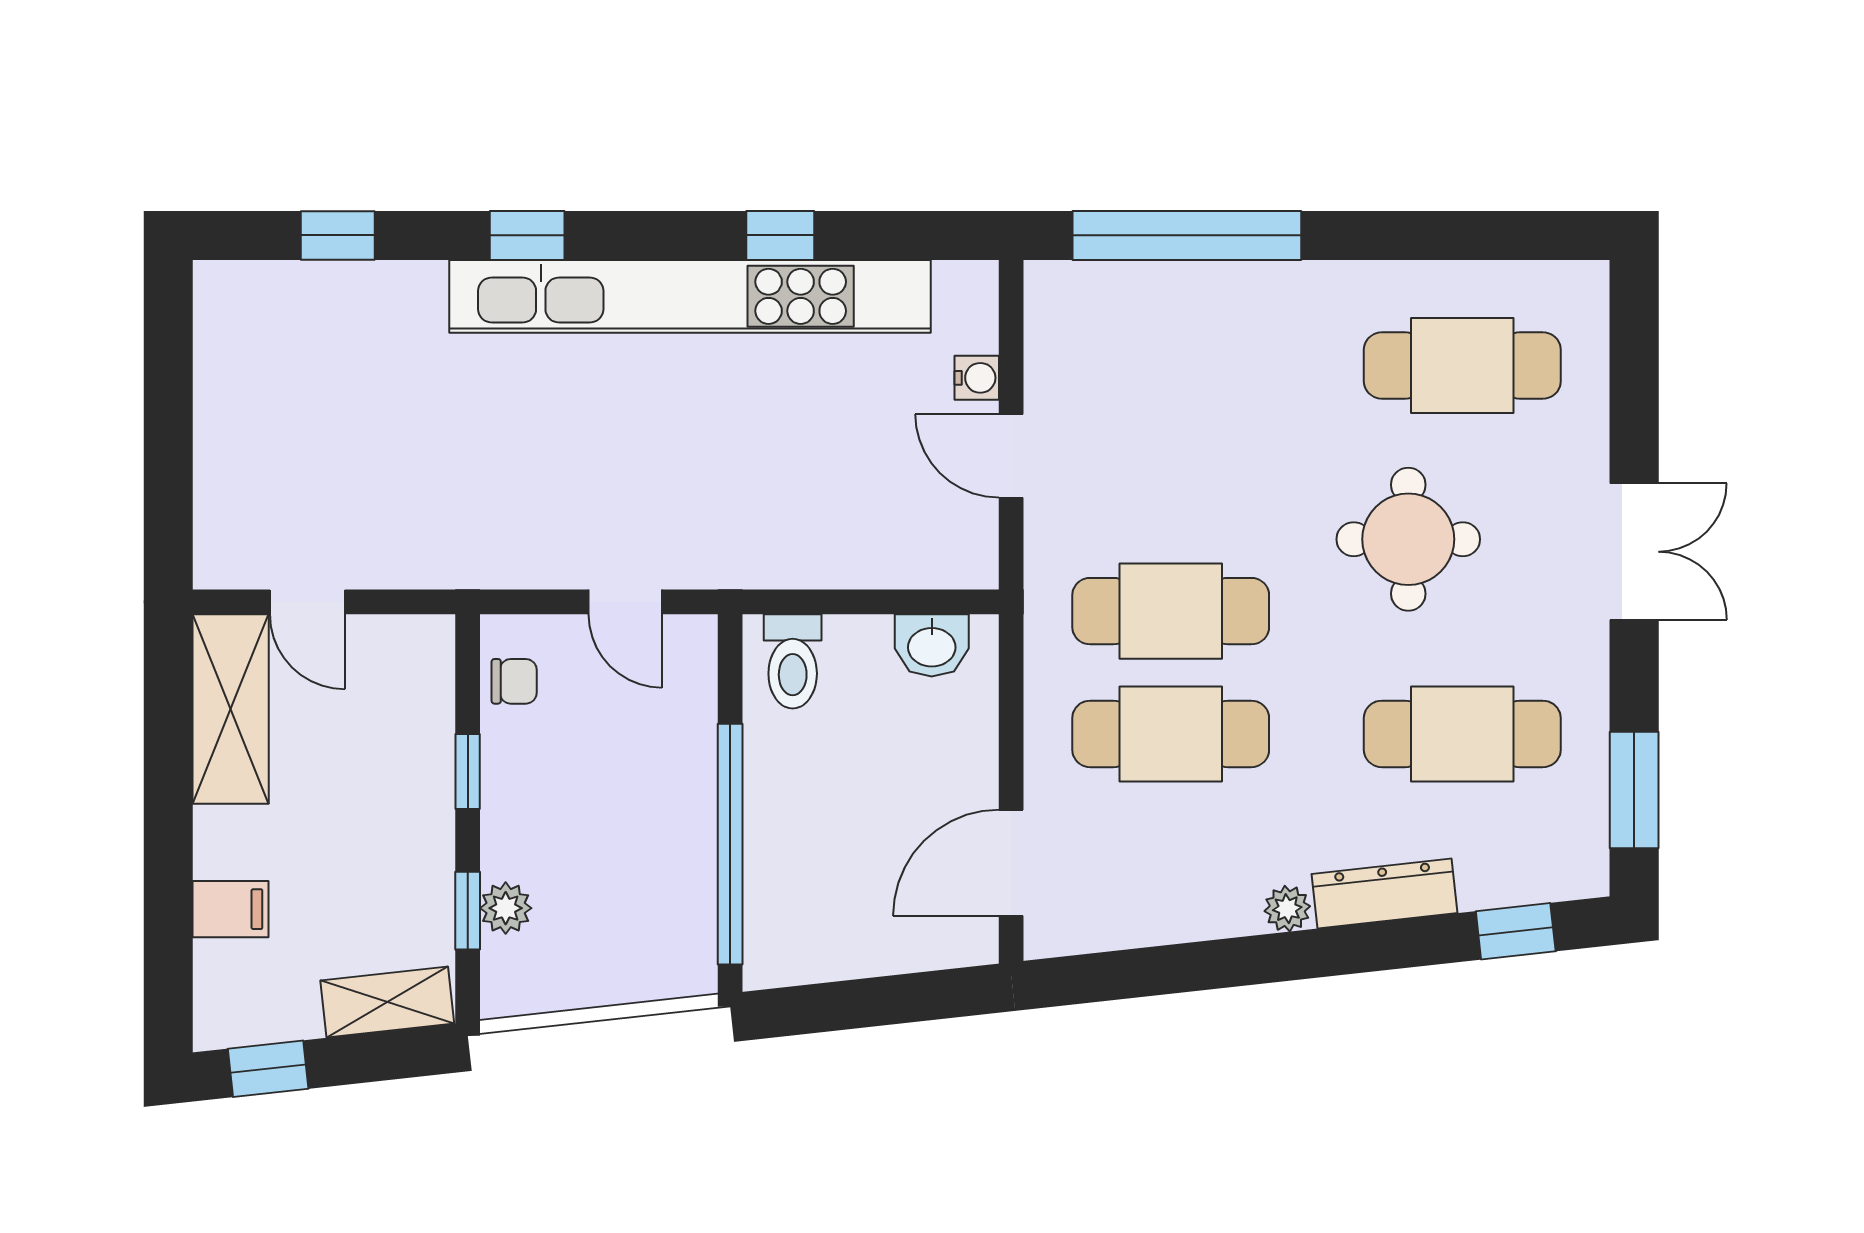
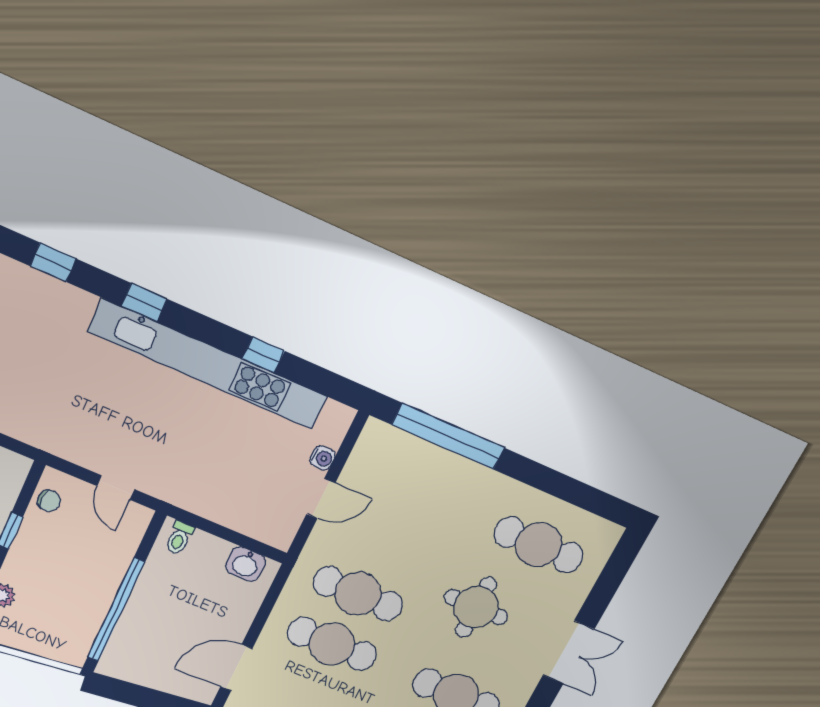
door: (1011, 456) -> (321, 498), swing flipped
toilet: (793, 661) -> (179, 538), width x0.73, depth x0.72

